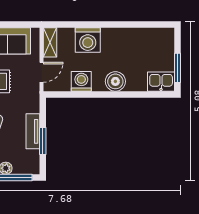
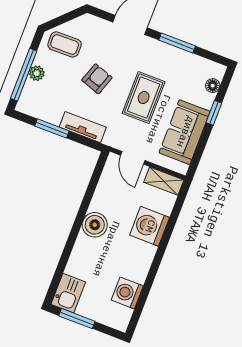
washing machine: (81, 81) -> (127, 293), moved, turned 180
boiler: (115, 81) -> (95, 225), moved
tv unit: (33, 131) -> (83, 127), moved

